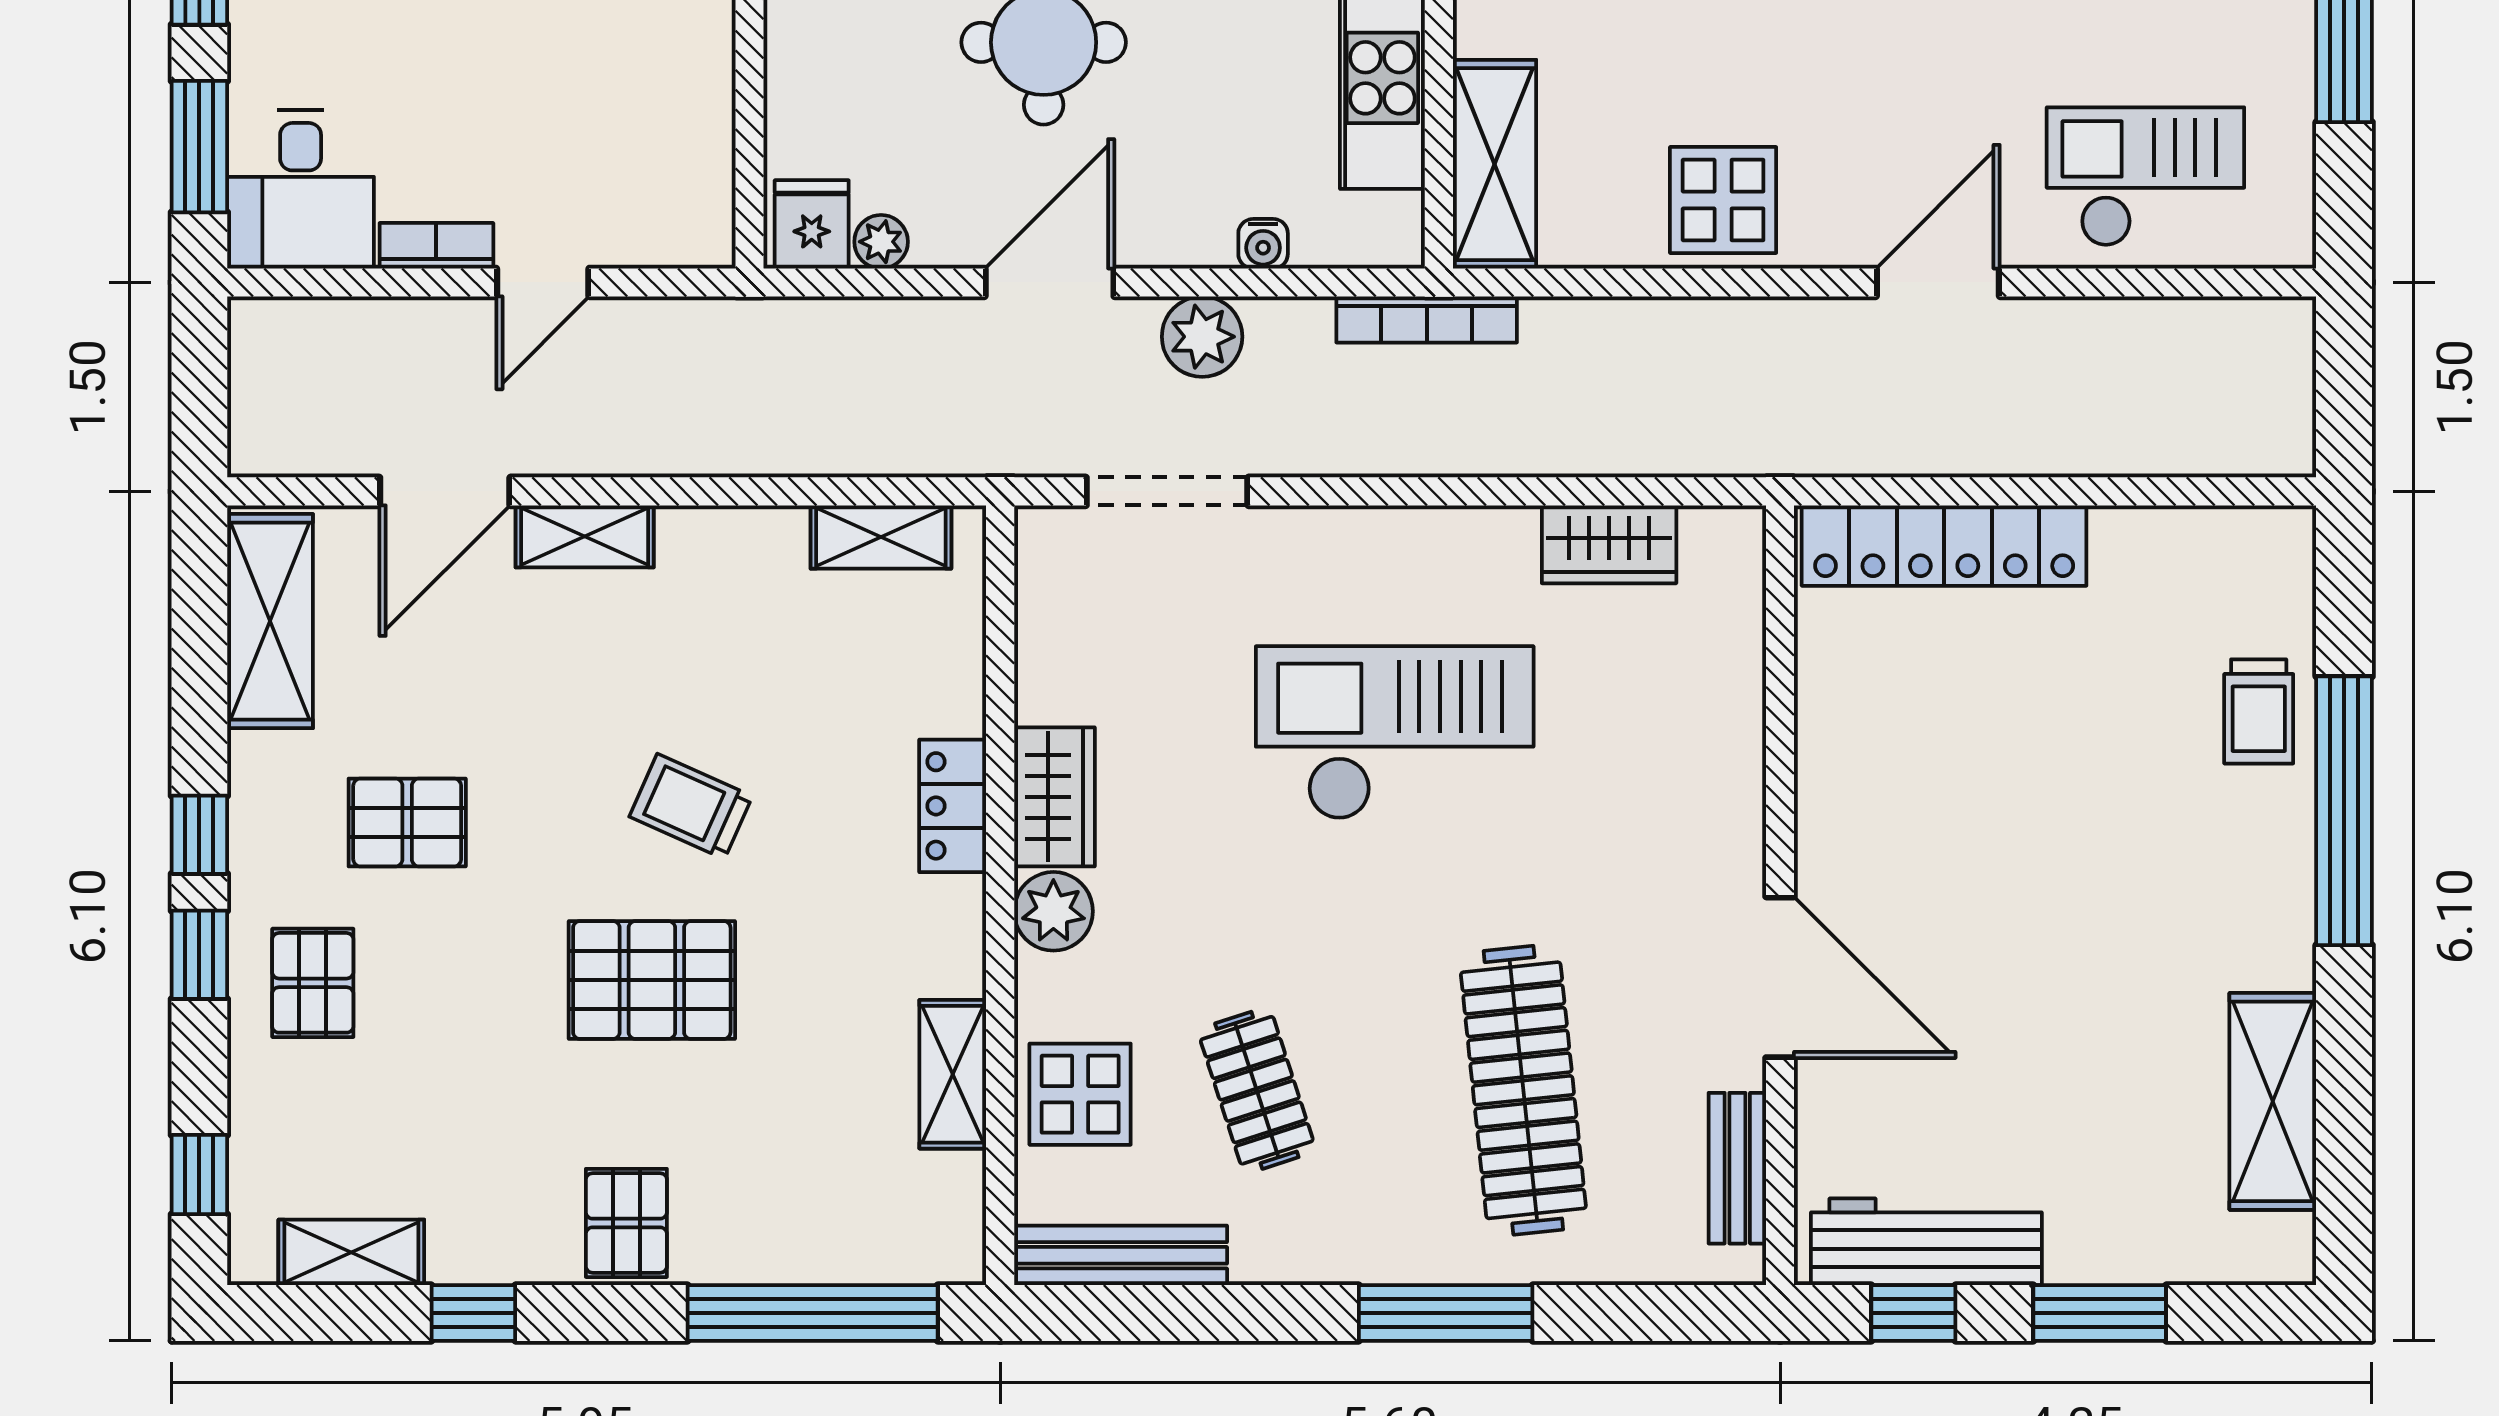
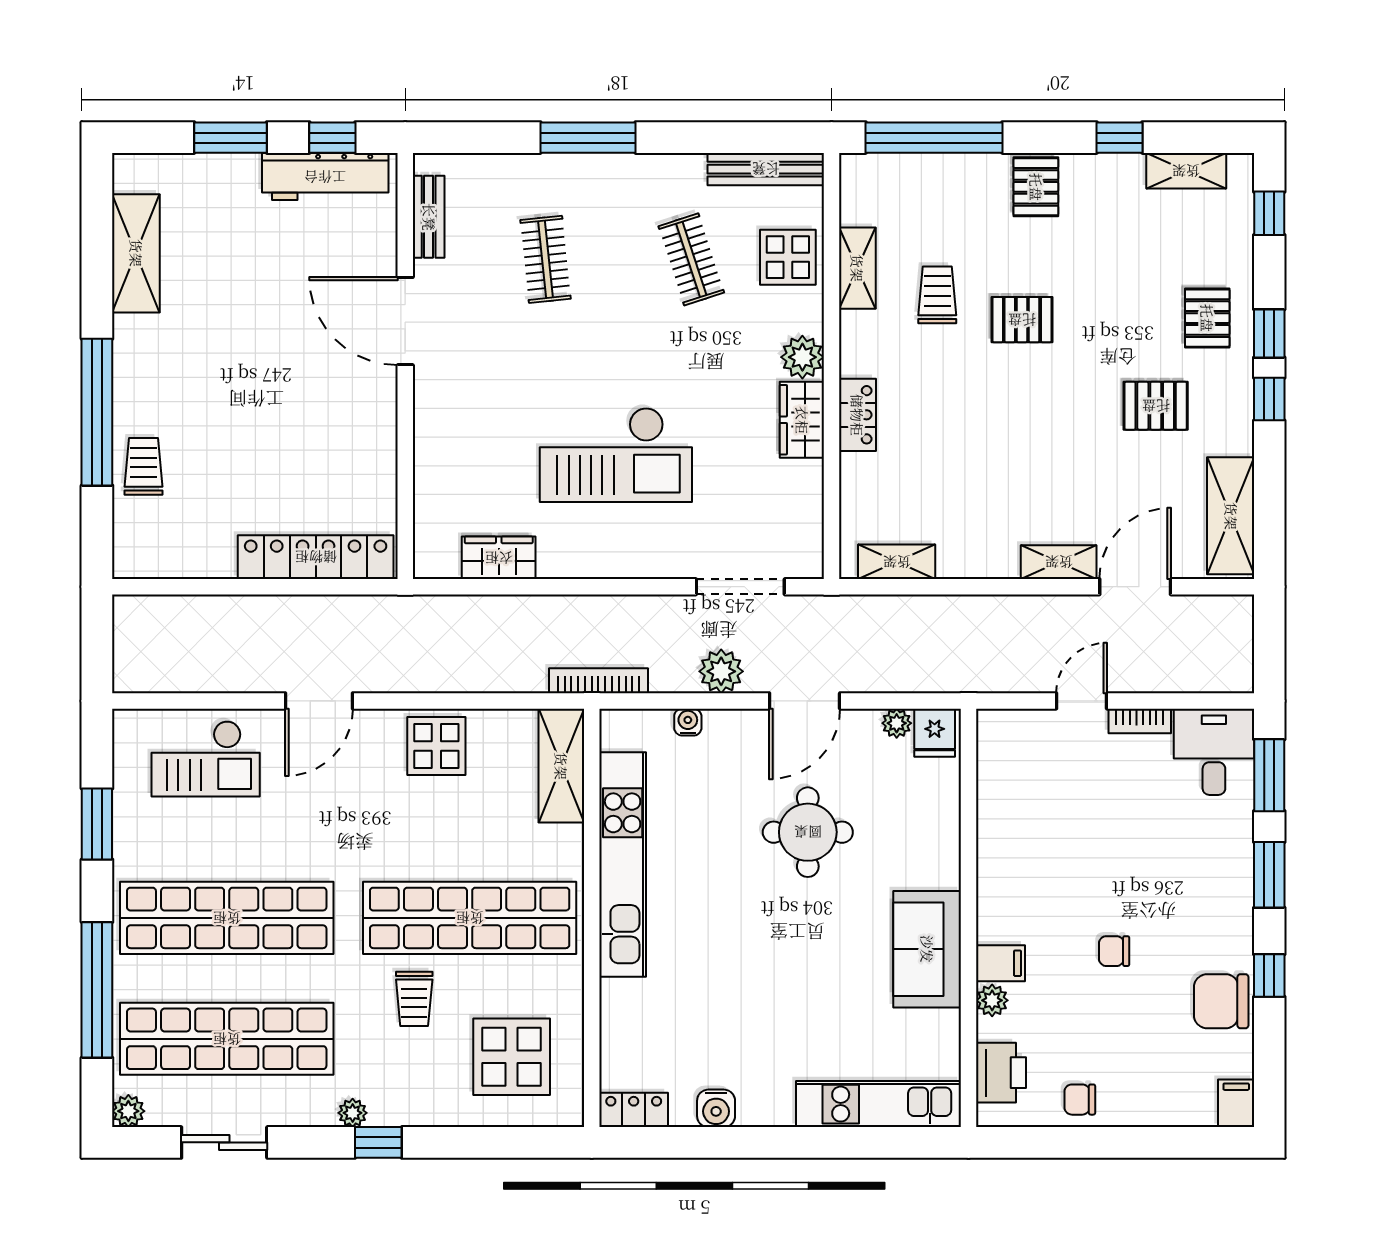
trolley: (691, 806) -> (937, 295), moved, turned -114
pallet: (652, 980) -> (1022, 320), width x0.67, depth x0.71
clothes rail: (1523, 1090) -> (546, 259), width x0.54, depth x0.76

